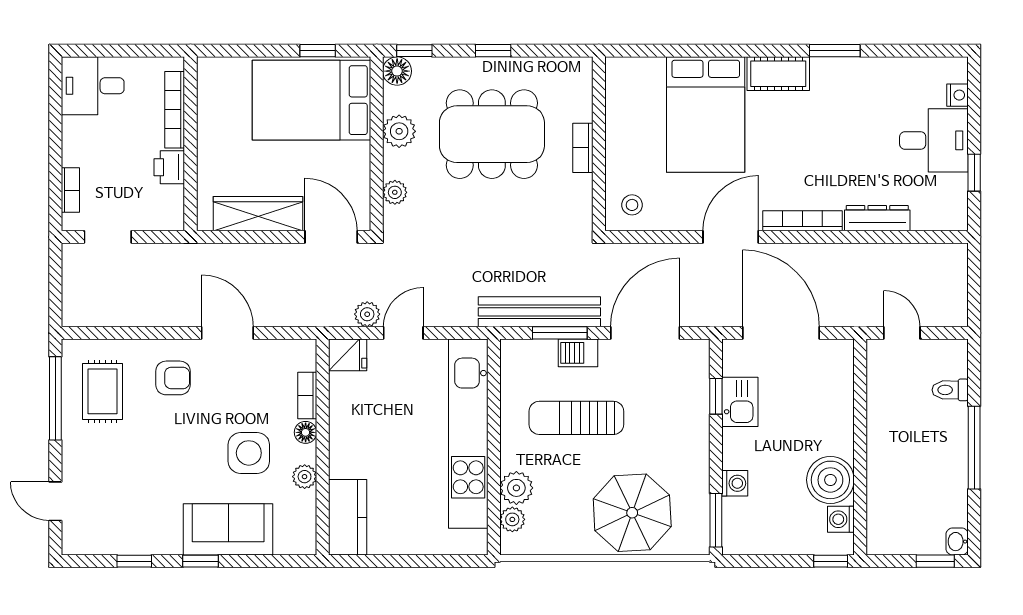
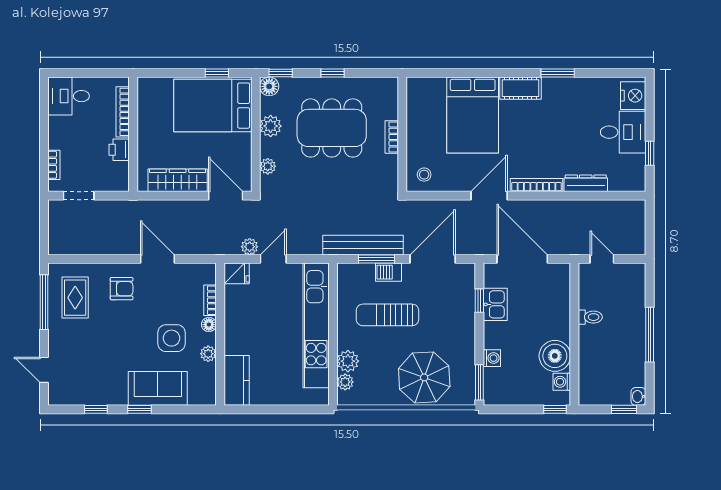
nightstand: (958, 95) -> (633, 96), width x1.89, depth x1.79
toilet: (950, 390) -> (590, 317), moved, turned 180

